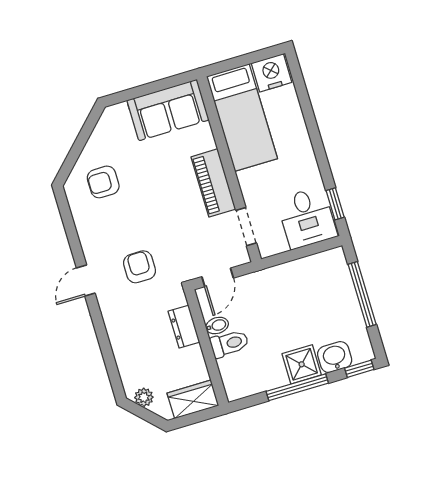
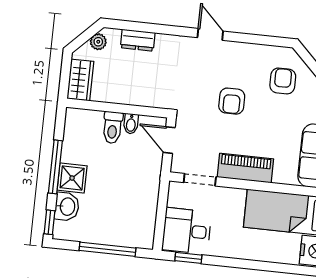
armchair: (140, 267) -> (232, 101), moved, turned 90
dresser: (184, 327) -> (138, 40), moved, turned 180

